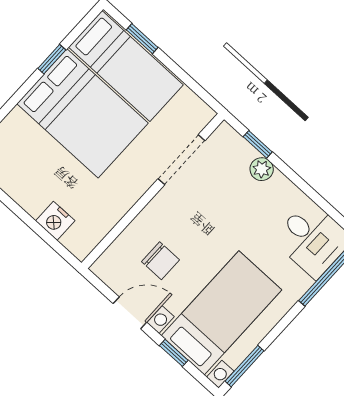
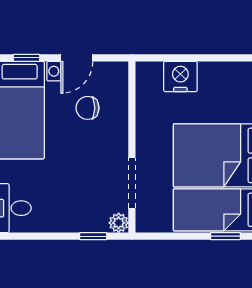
plant: (262, 169) -> (119, 223), moved
nightstand: (55, 221) -> (180, 77), width x1.36, depth x1.33

